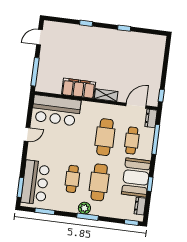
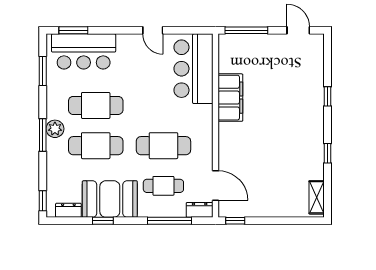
shelving: (106, 95) -> (317, 197), moved
cafe table: (72, 179) -> (96, 105), width x1.37, depth x1.35

